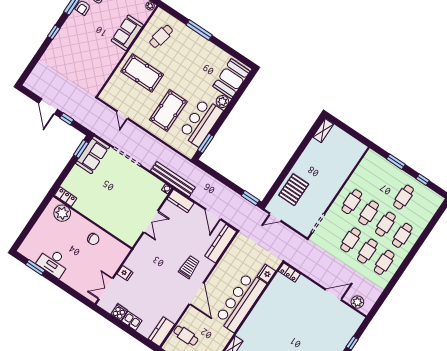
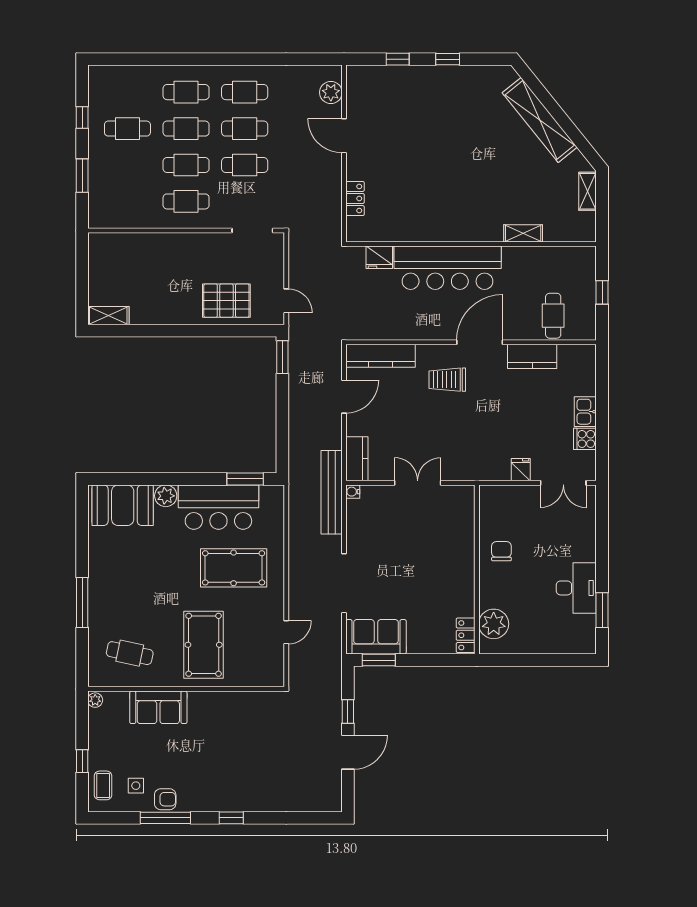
locker: (289, 273) -> (355, 199), moved
kitchen counter: (161, 332) -> (532, 356), moved

